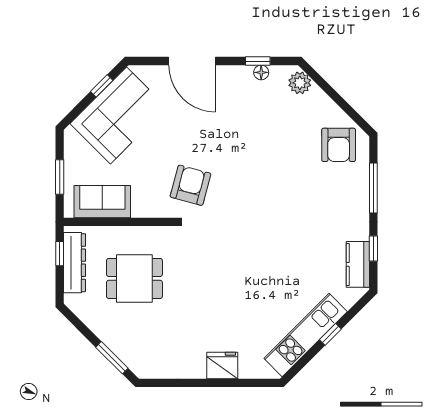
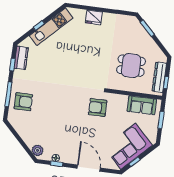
armchair: (339, 145) -> (23, 102), moved, turned 90
armchair: (190, 185) -> (98, 107), turned 75

